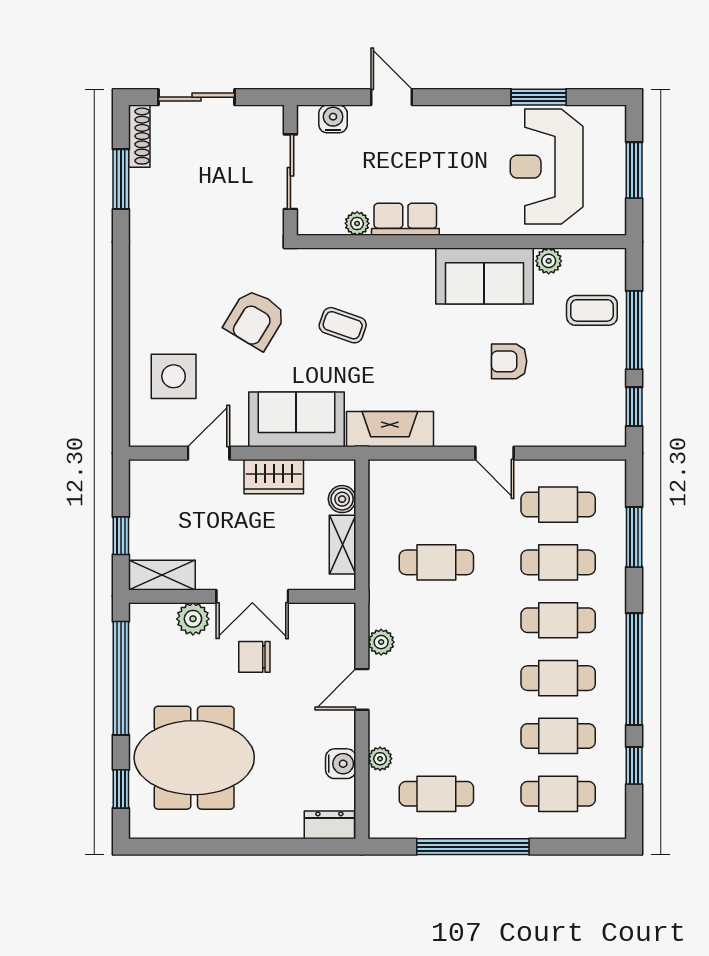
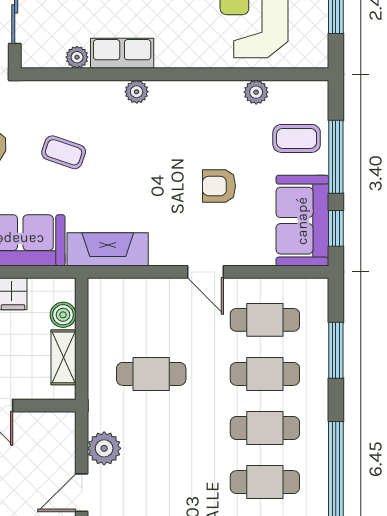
plant: (421, 260) -> (137, 92), added
sofa: (484, 276) -> (302, 221), moved, turned 90
plant: (381, 642) -> (104, 448), width x1.38, depth x1.38

